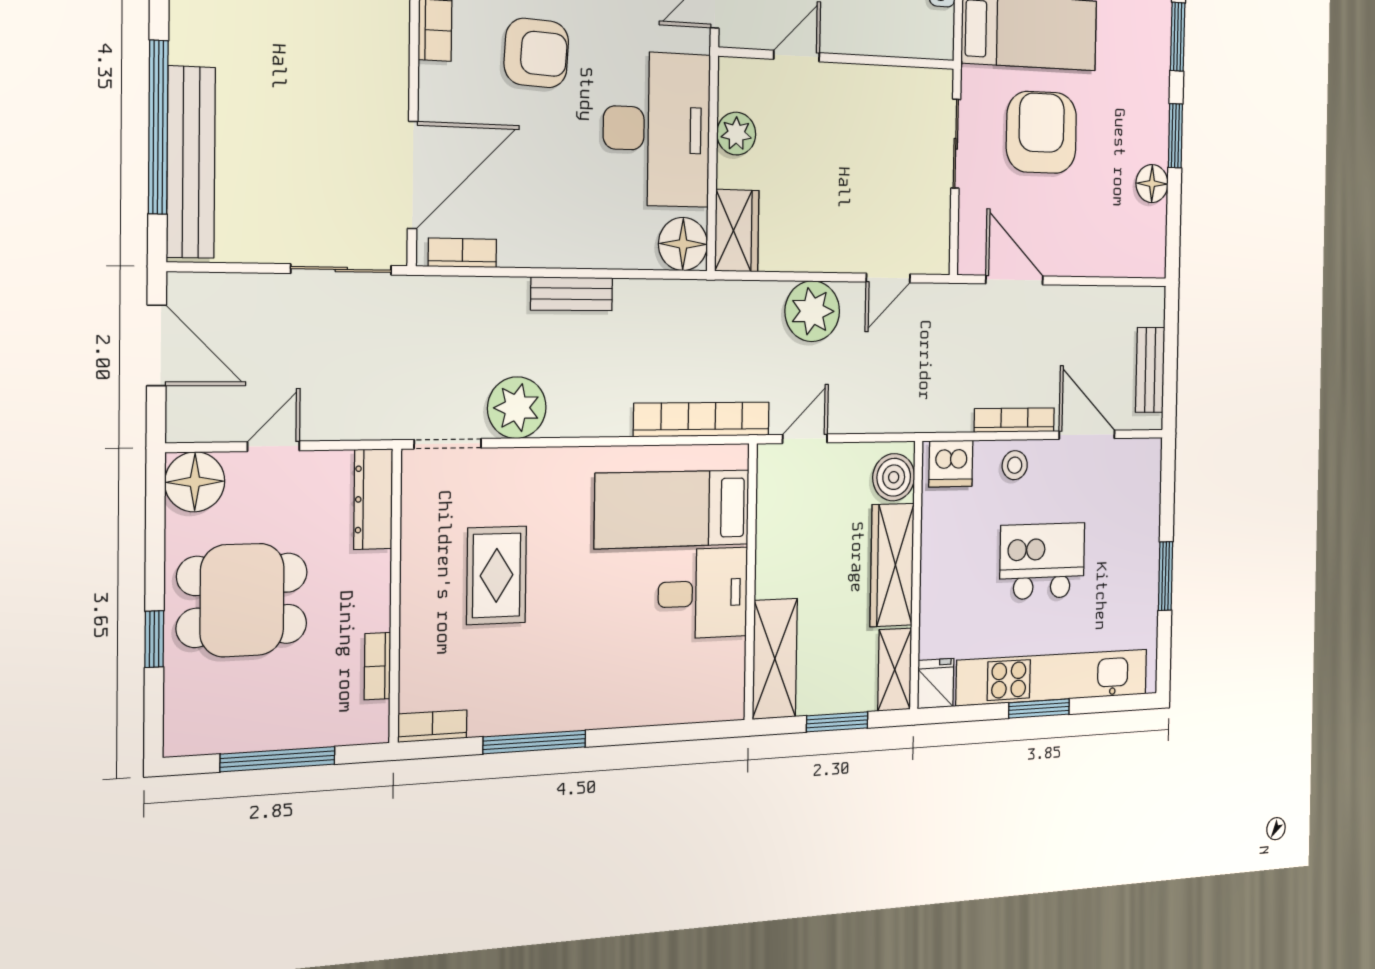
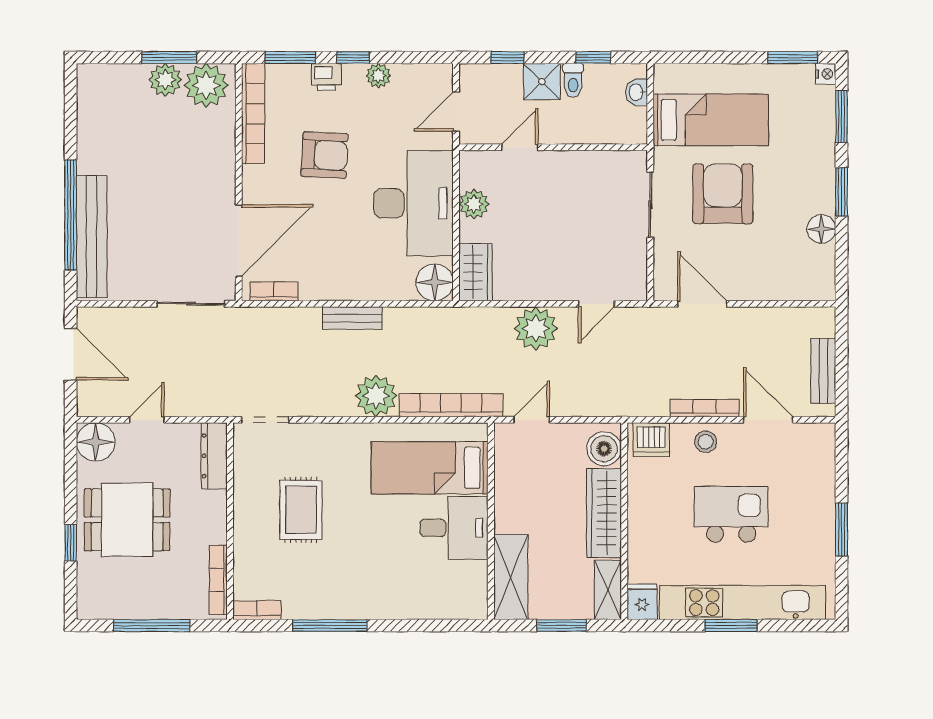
plant: (517, 408) -> (376, 396), moved
bookcase: (377, 666) -> (218, 580), width x1.56

